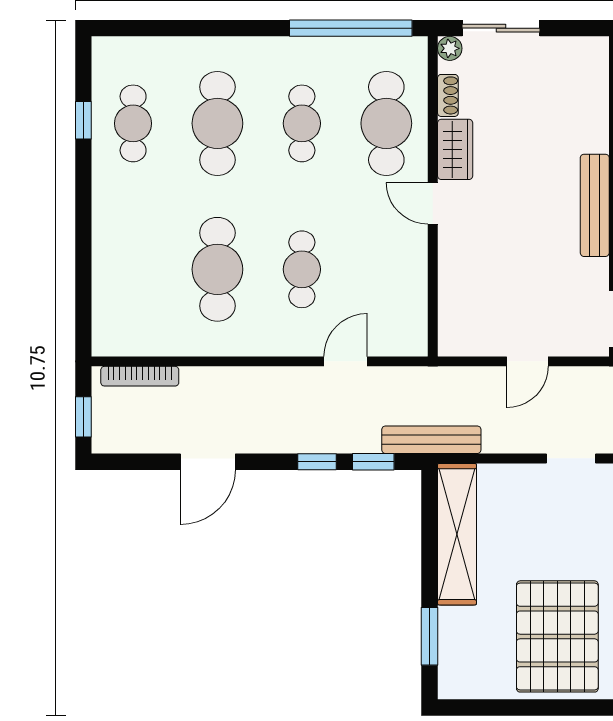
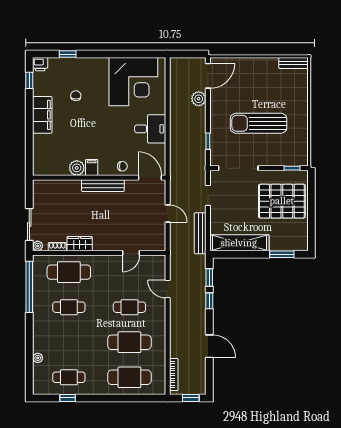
plant: (180, 48) -> (38, 358), added
cafe table: (217, 123) -> (129, 377), moved
door: (433, 203) -> (131, 253), moved
bench: (431, 440) -> (200, 233), moved

